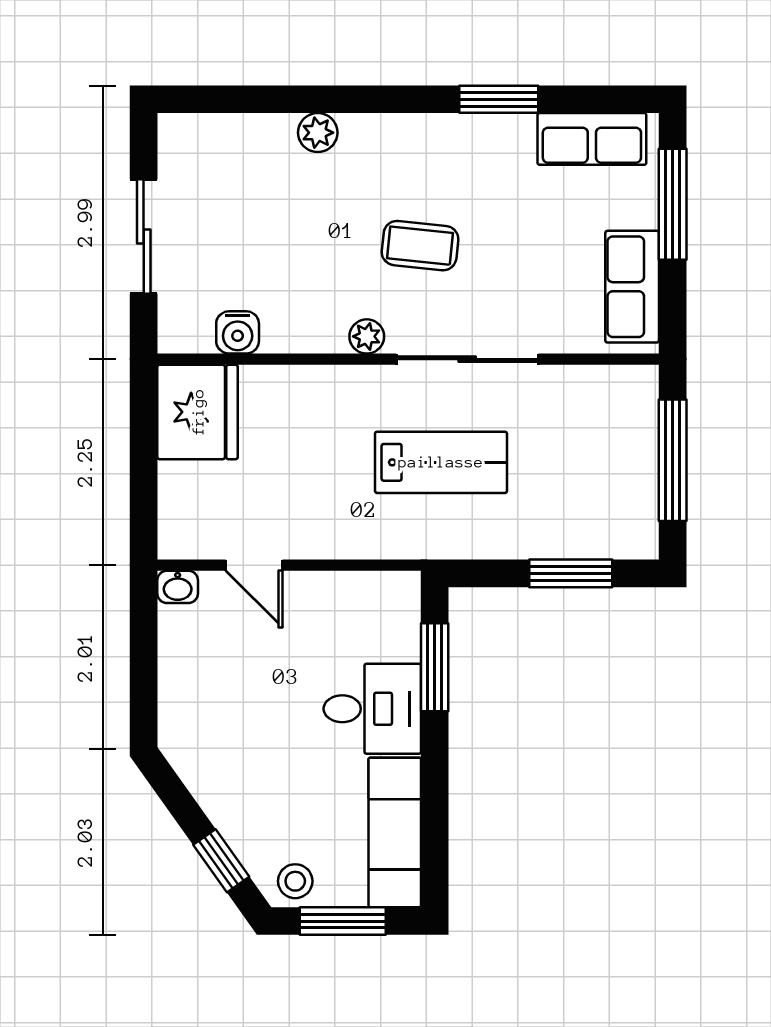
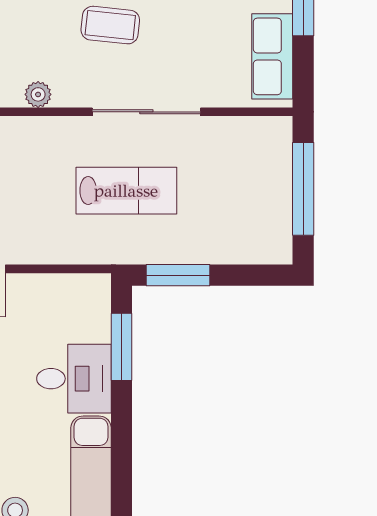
plant: (367, 336) -> (38, 94), moved
window: (571, 573) -> (178, 275), moved

